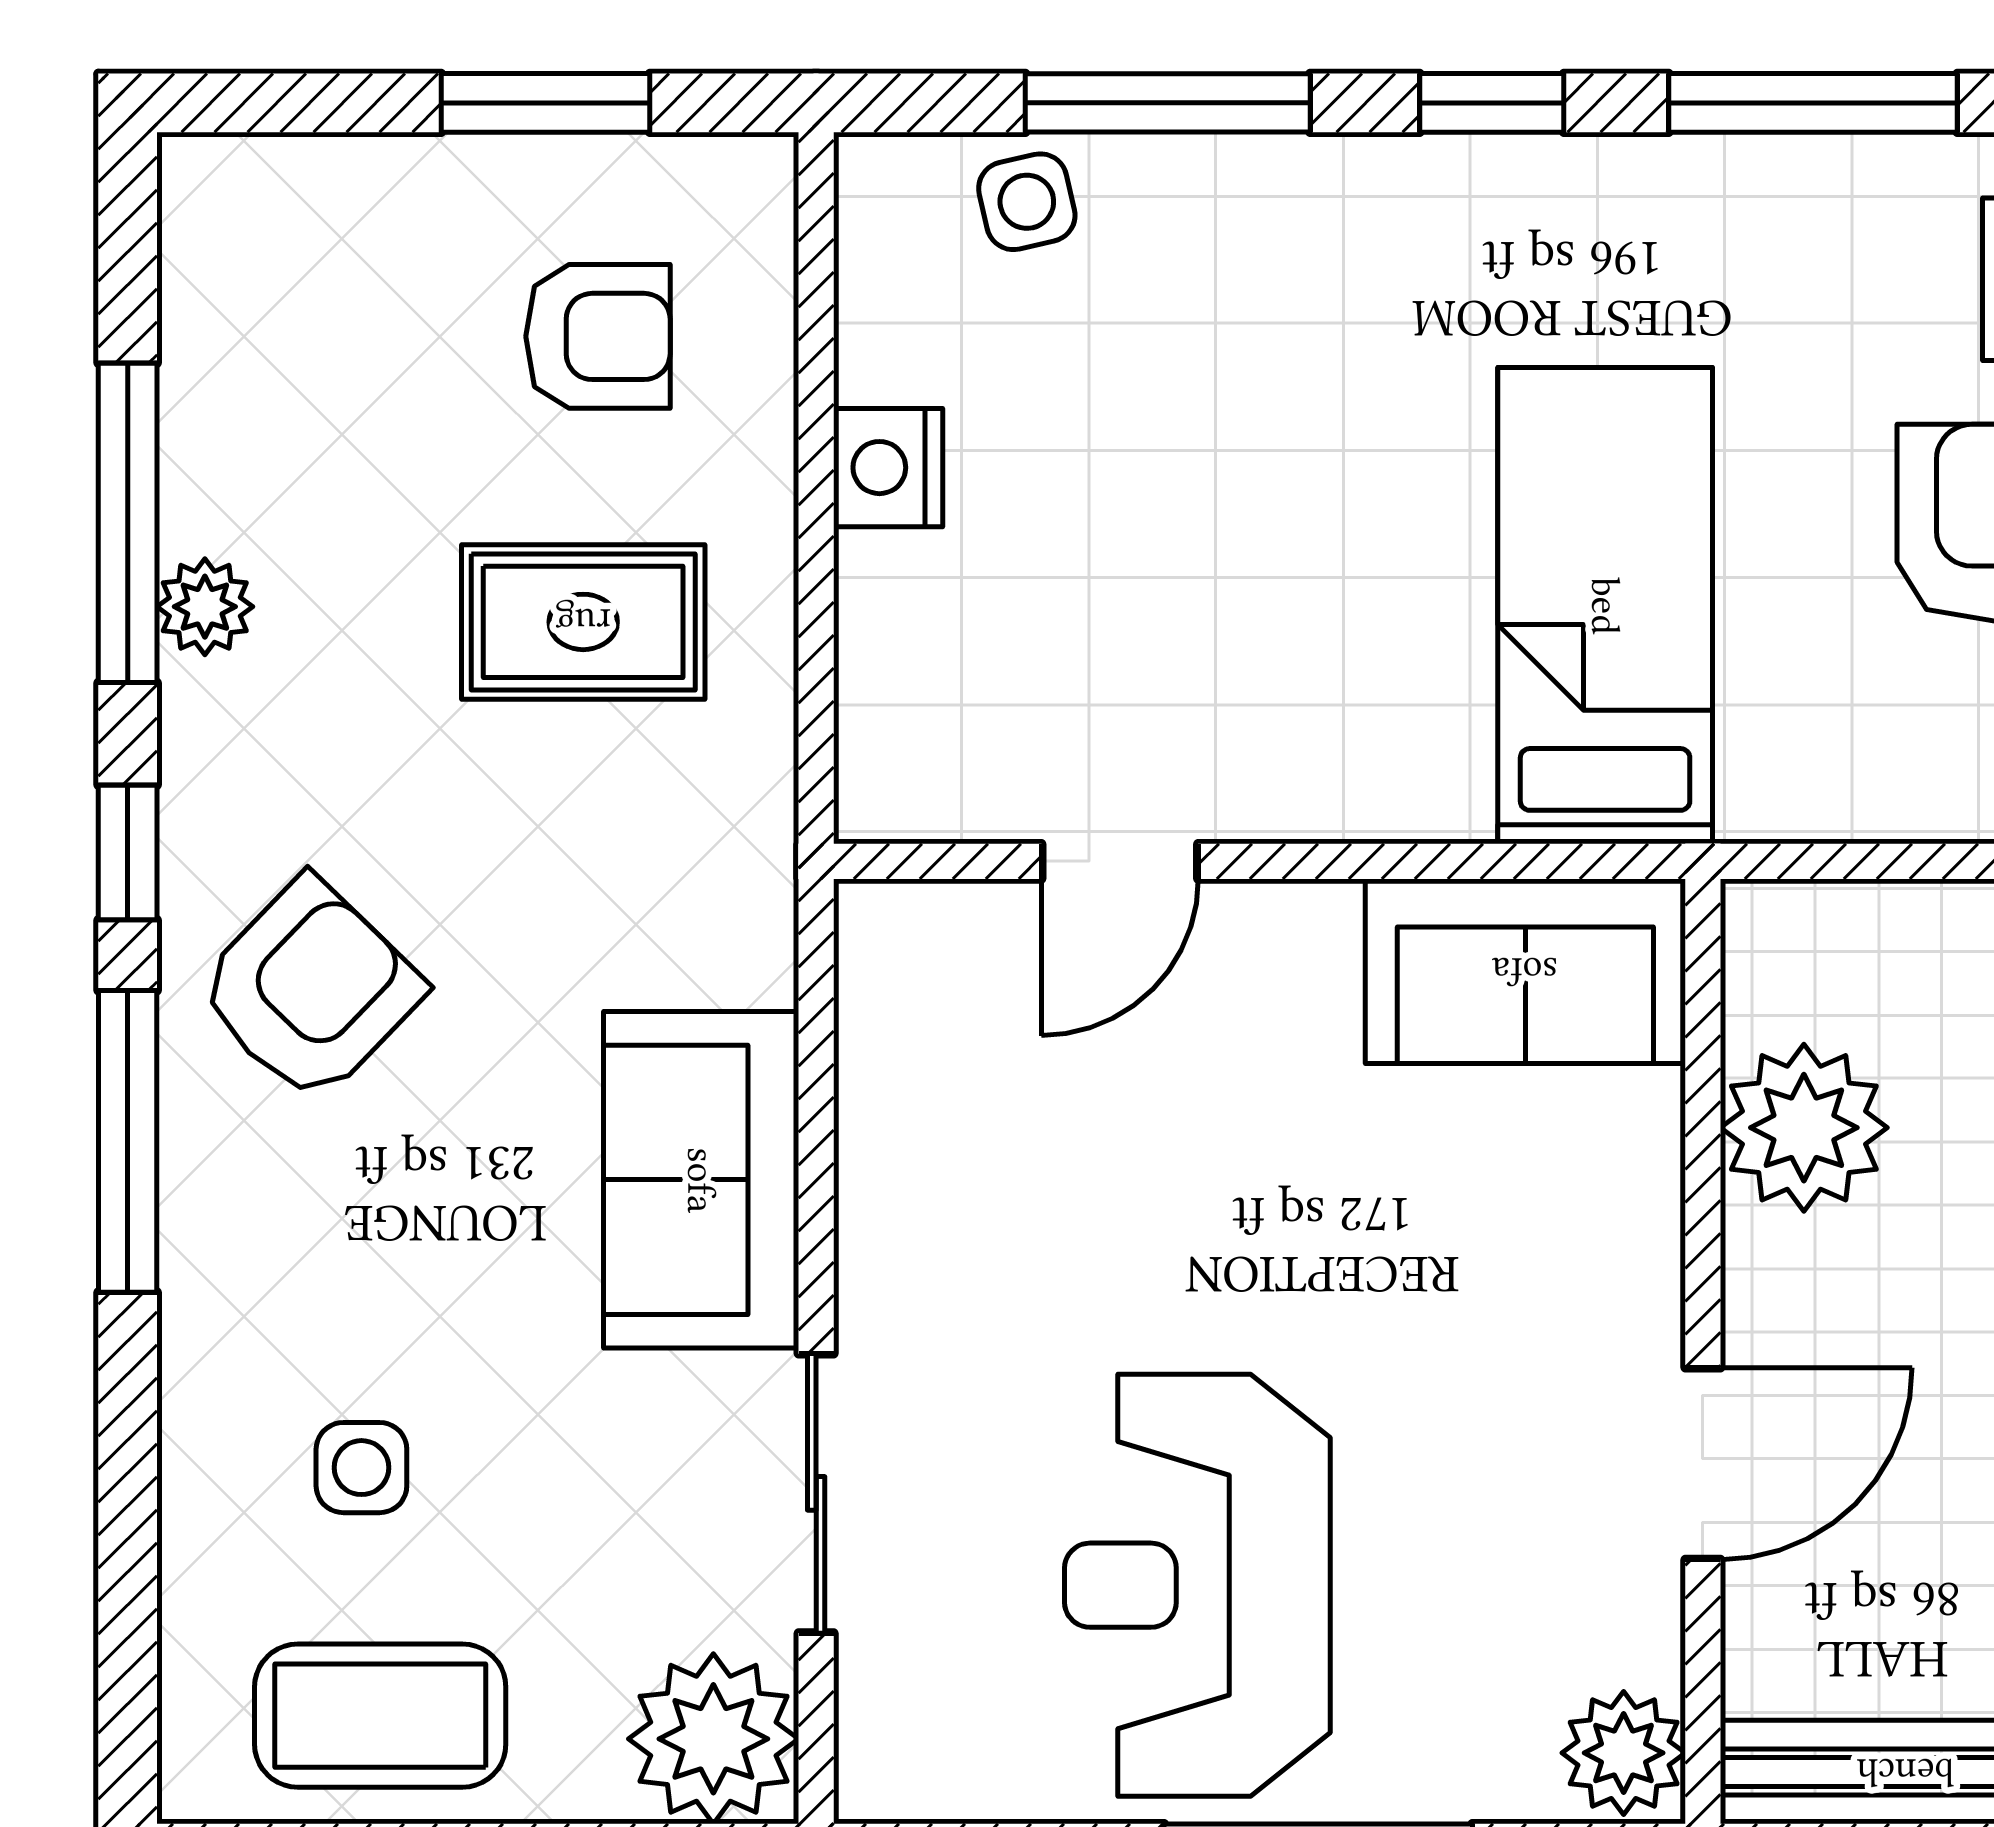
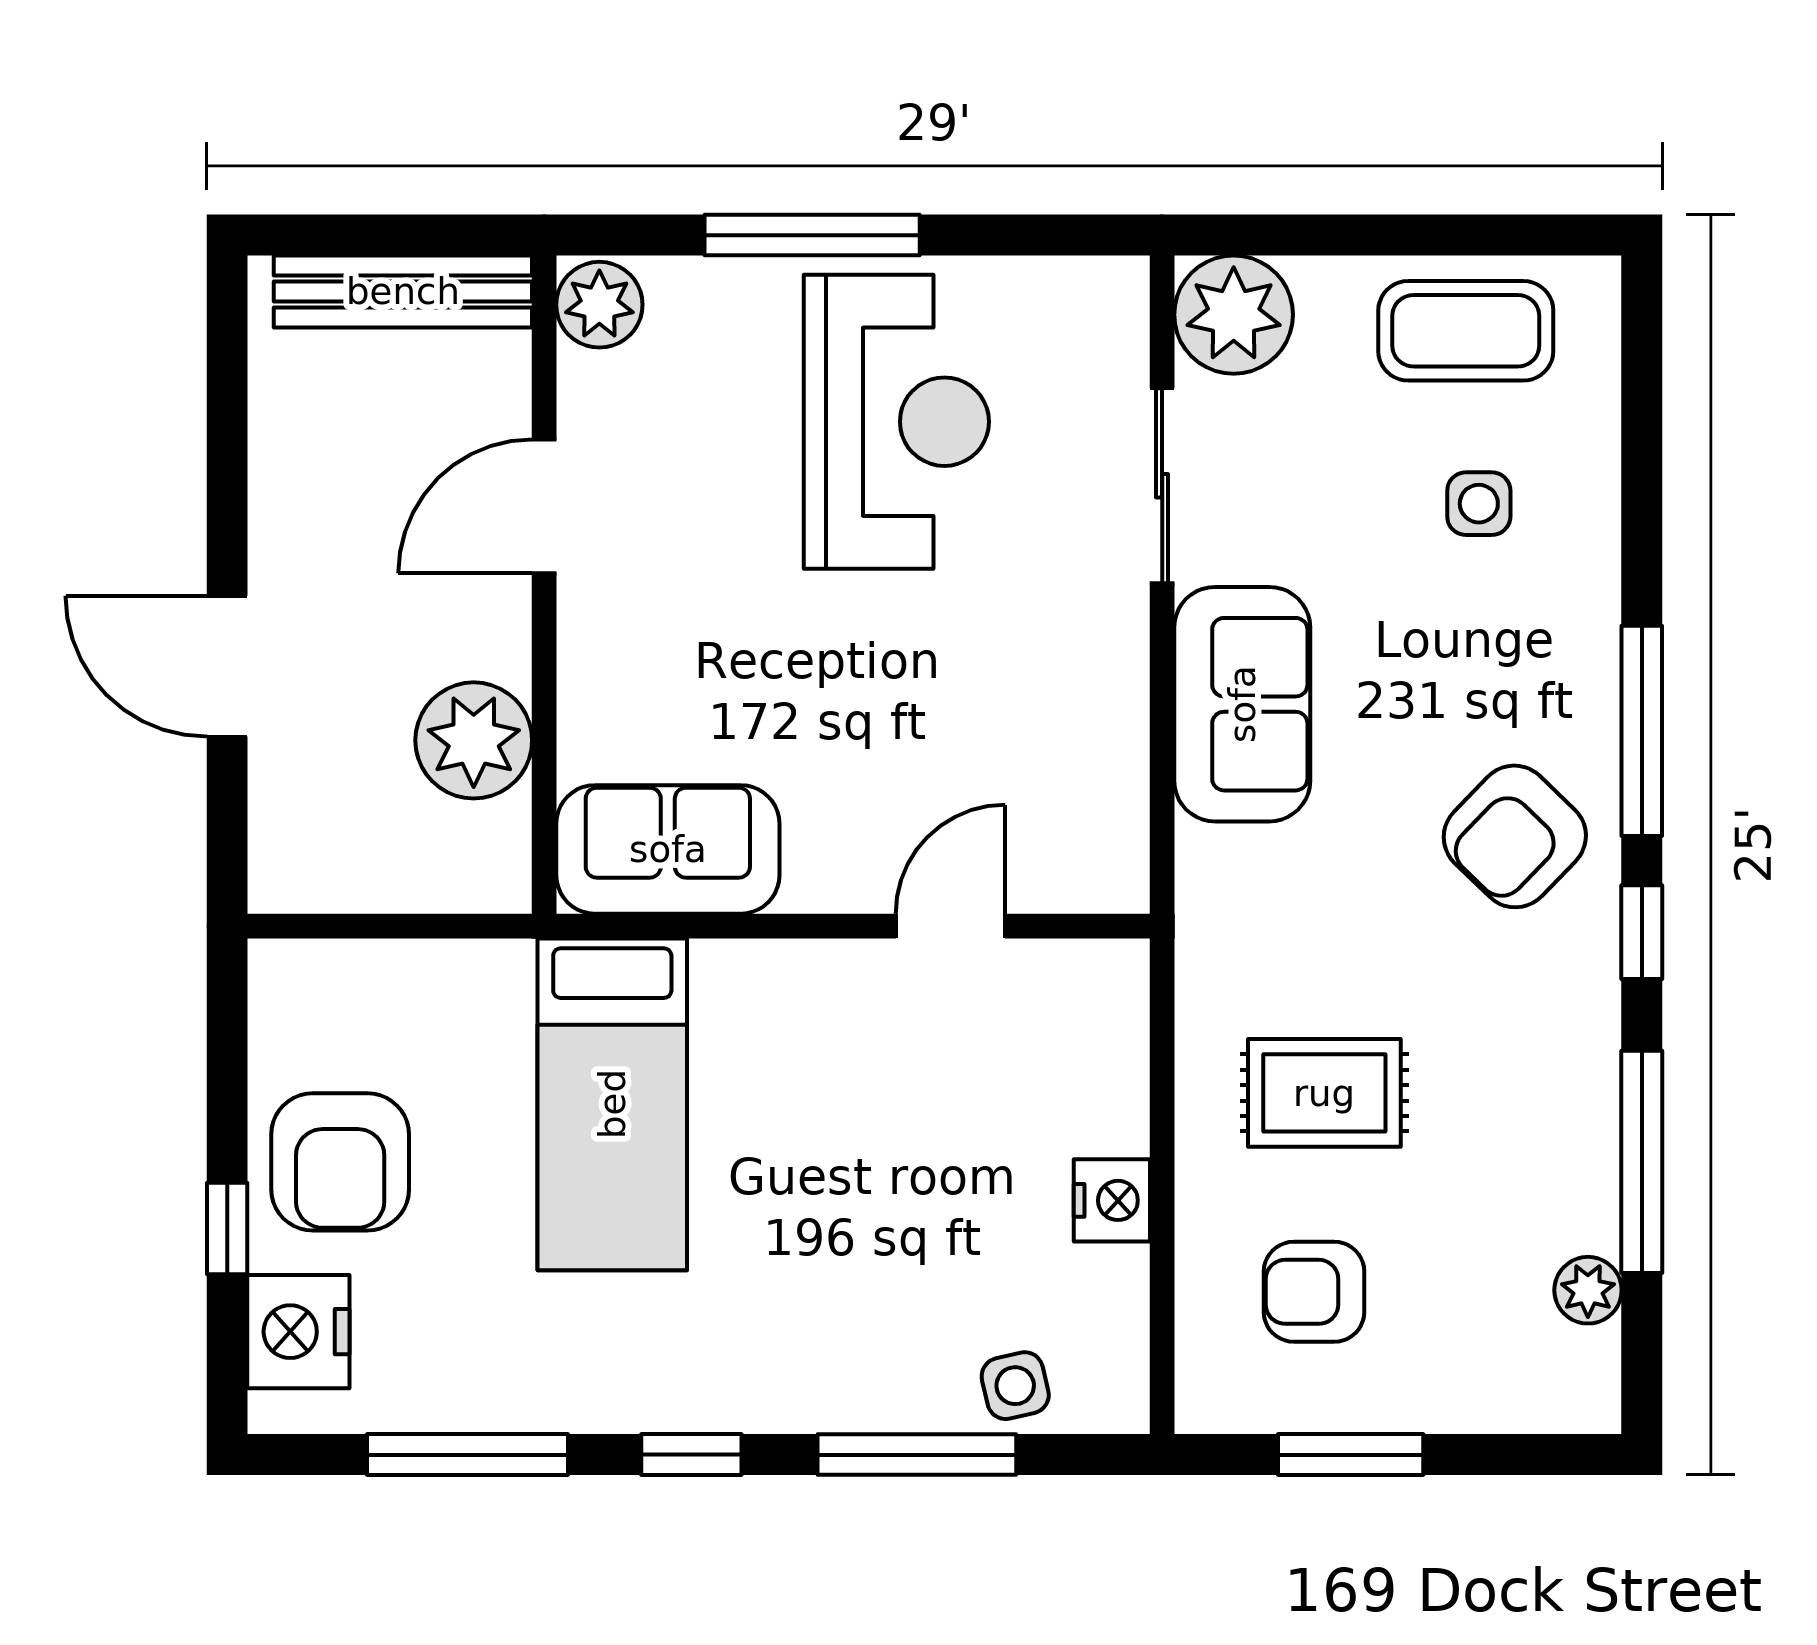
plant: (205, 607) -> (1588, 1290), moved

